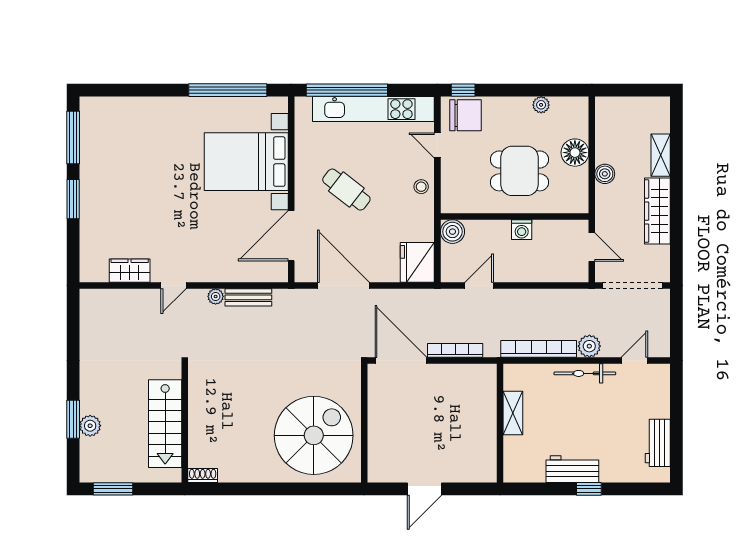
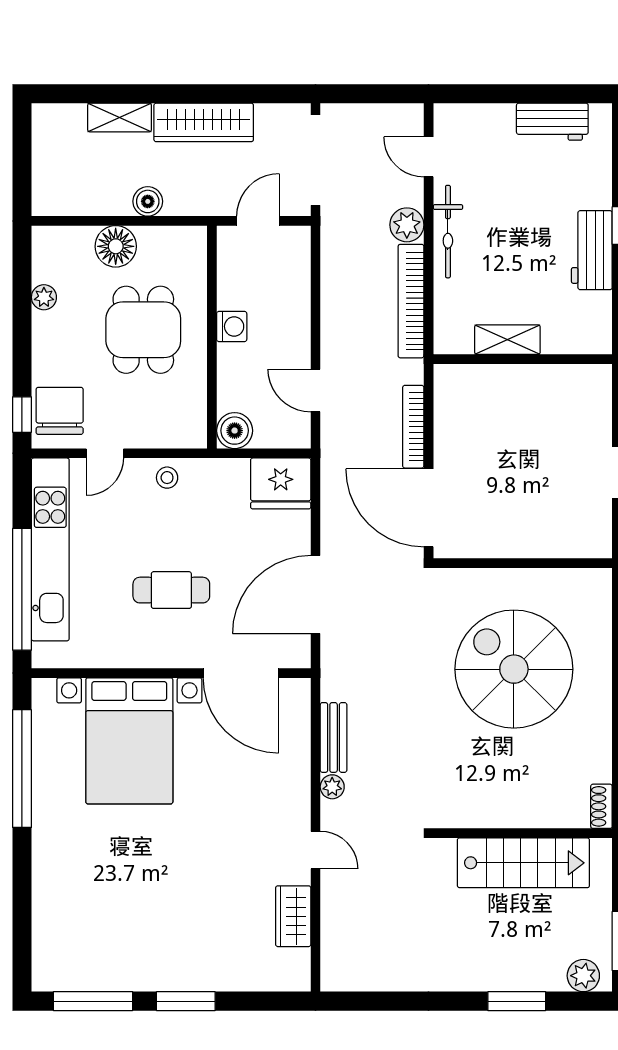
cafe table: (346, 190) -> (171, 590), turned 52
door: (401, 361) -> (429, 508), hinge flipped
plant: (90, 426) -> (583, 976), moved
spiral stairs: (314, 435) -> (514, 669), moved

